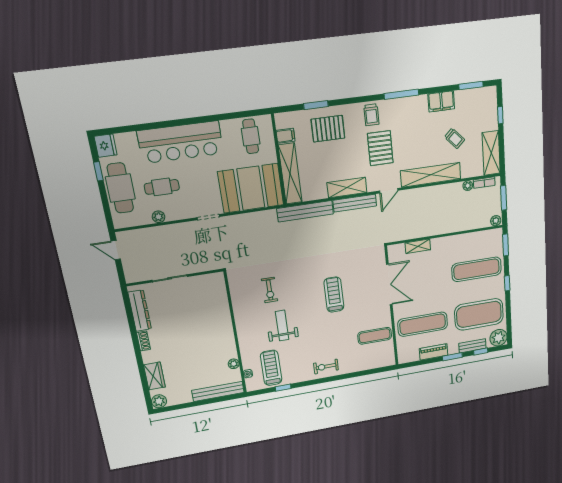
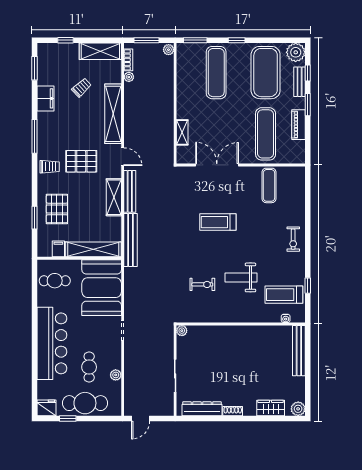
plant: (234, 364) -> (182, 331), moved

